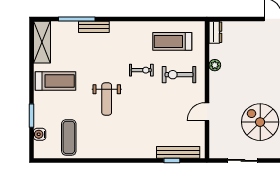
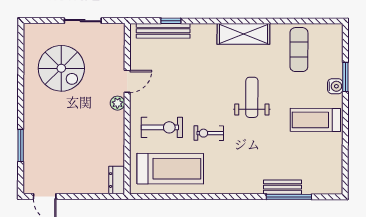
bench: (94, 27) -> (283, 187), moved
treadmill: (172, 41) -> (170, 169), width x1.37, depth x1.38
shelving: (42, 42) -> (243, 34), moved, turned 90
plant: (215, 65) -> (117, 103), moved
water cooler: (40, 134) -> (335, 86), moved

